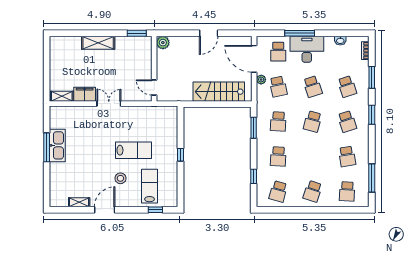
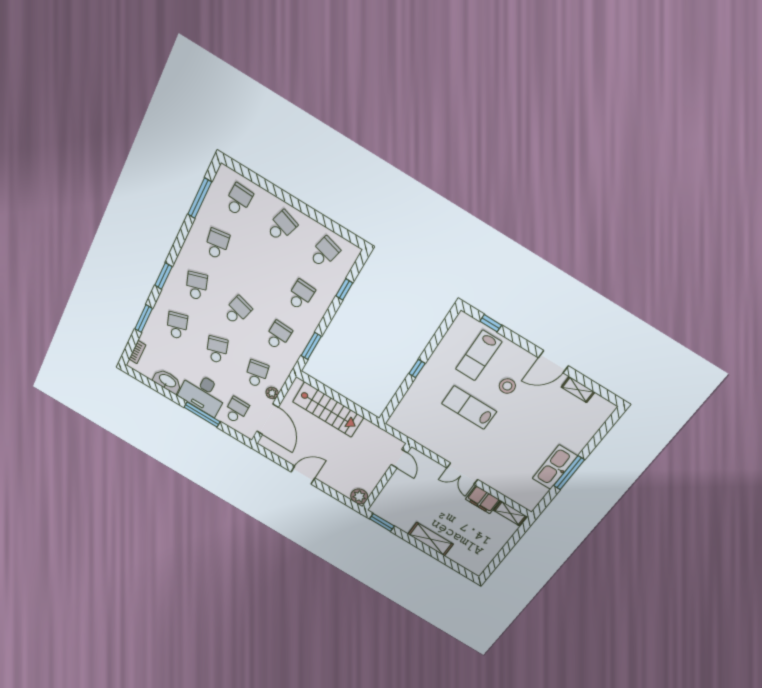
washbasin: (340, 41) -> (167, 381), width x1.91, depth x1.45

